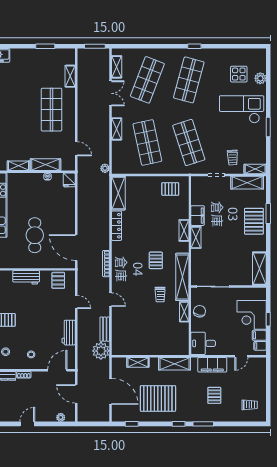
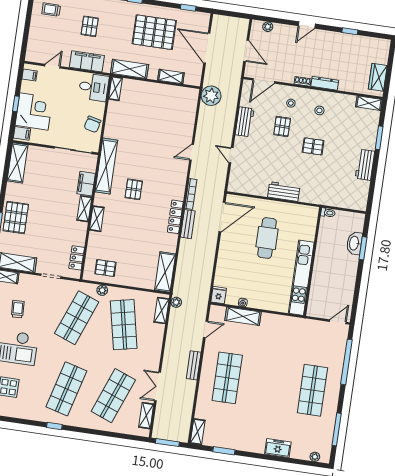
shelving: (70, 76) -> (198, 432), moved
bench: (82, 116) -> (194, 365), added
shelving: (117, 129) -> (162, 310), moved
shop shelf: (189, 142) -> (77, 318), turned 39
door: (76, 149) -> (206, 329), swing flipped
trolley: (233, 158) -> (18, 309), moved
shelving: (19, 166) -> (274, 320), removed
plant: (170, 169) -> (102, 290), added
locker: (196, 194) -> (77, 258), added
filing cabinet: (198, 216) -> (86, 184), moved
locker: (116, 226) -> (175, 217), moved
door: (76, 248) -> (222, 217), hinge flipped
pallet: (58, 280) -> (282, 127), moved
trolley: (160, 295) -> (135, 150), removed
door: (111, 300) -> (192, 152), hinge flipped
shelving: (184, 312) -> (115, 88), moved
bench: (105, 329) -> (188, 224), moved
filing cabinet: (259, 335) -> (22, 133), moved

